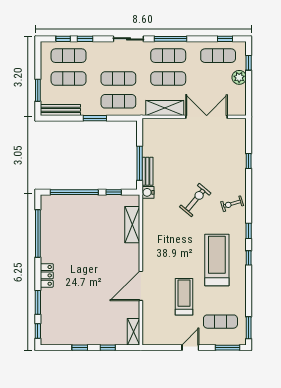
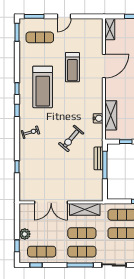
water cooler: (148, 192) -> (98, 118), moved
exercise bike: (195, 200) -> (71, 138), moved
treadmill: (184, 297) -> (72, 67), moved

